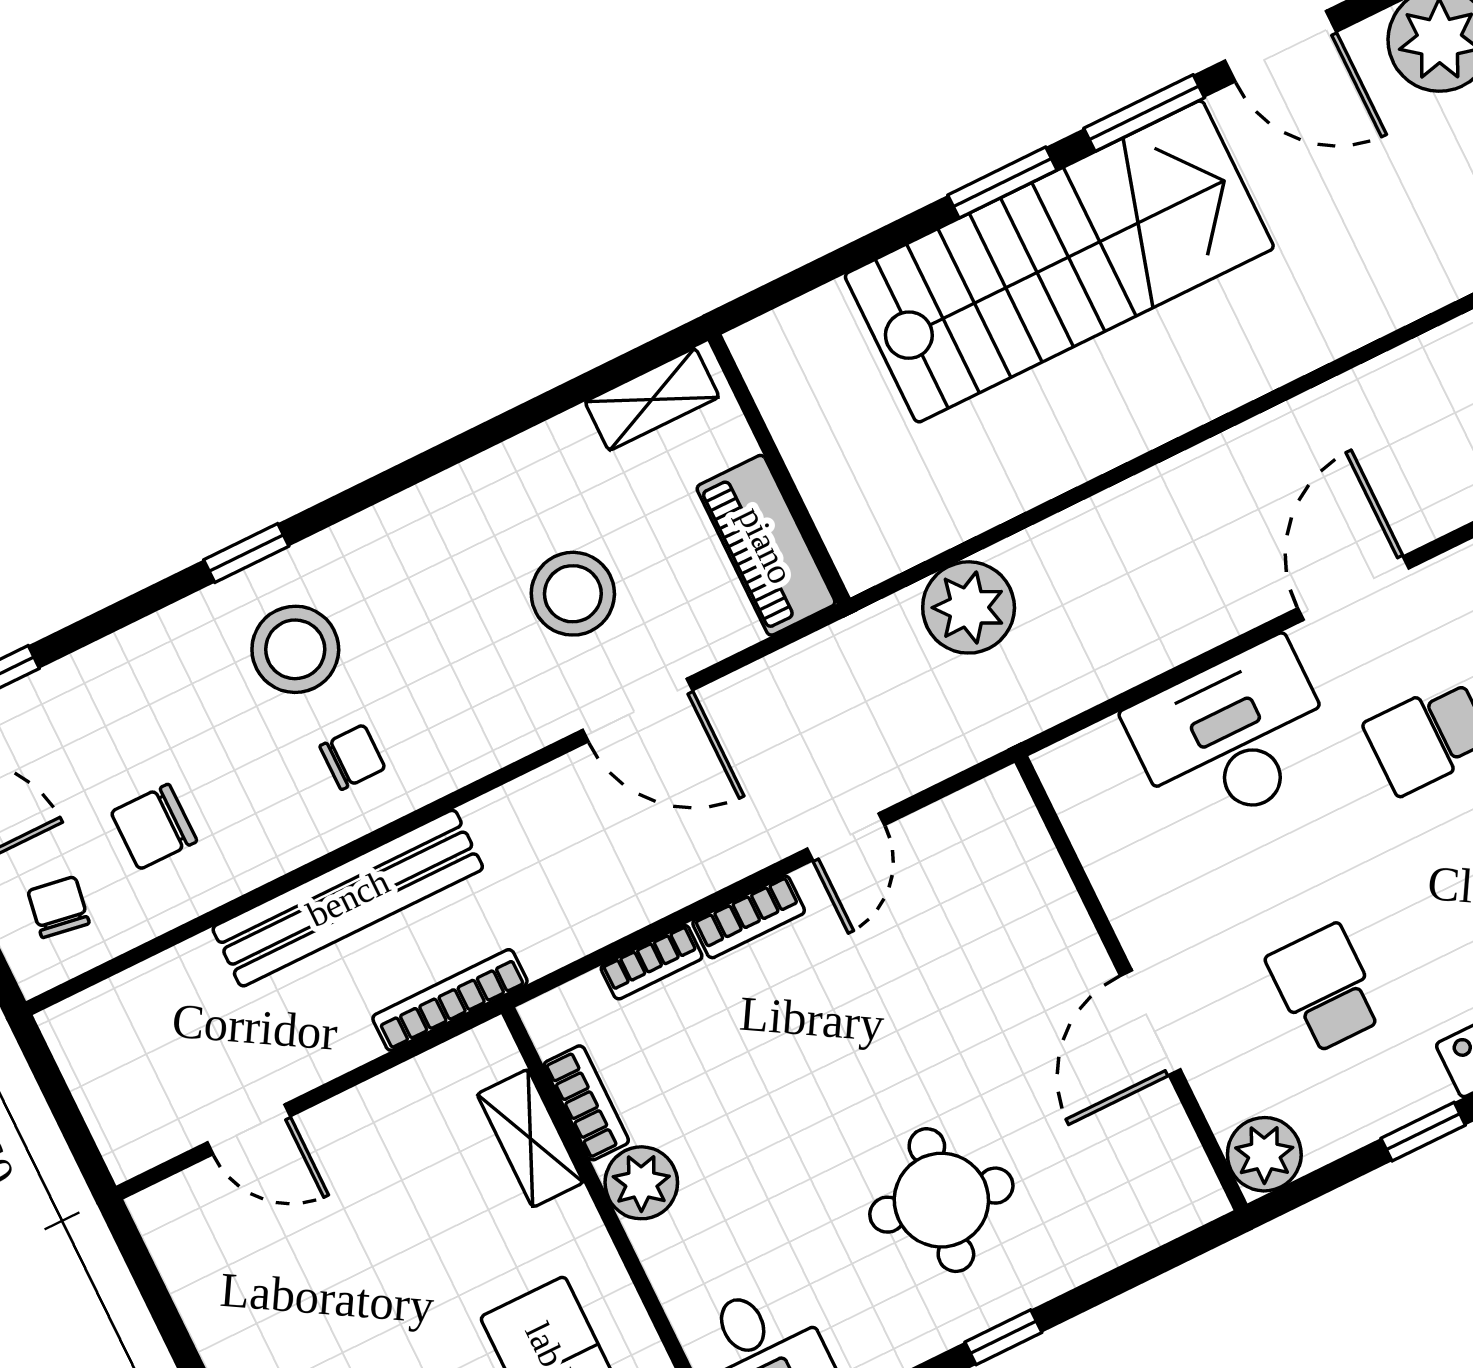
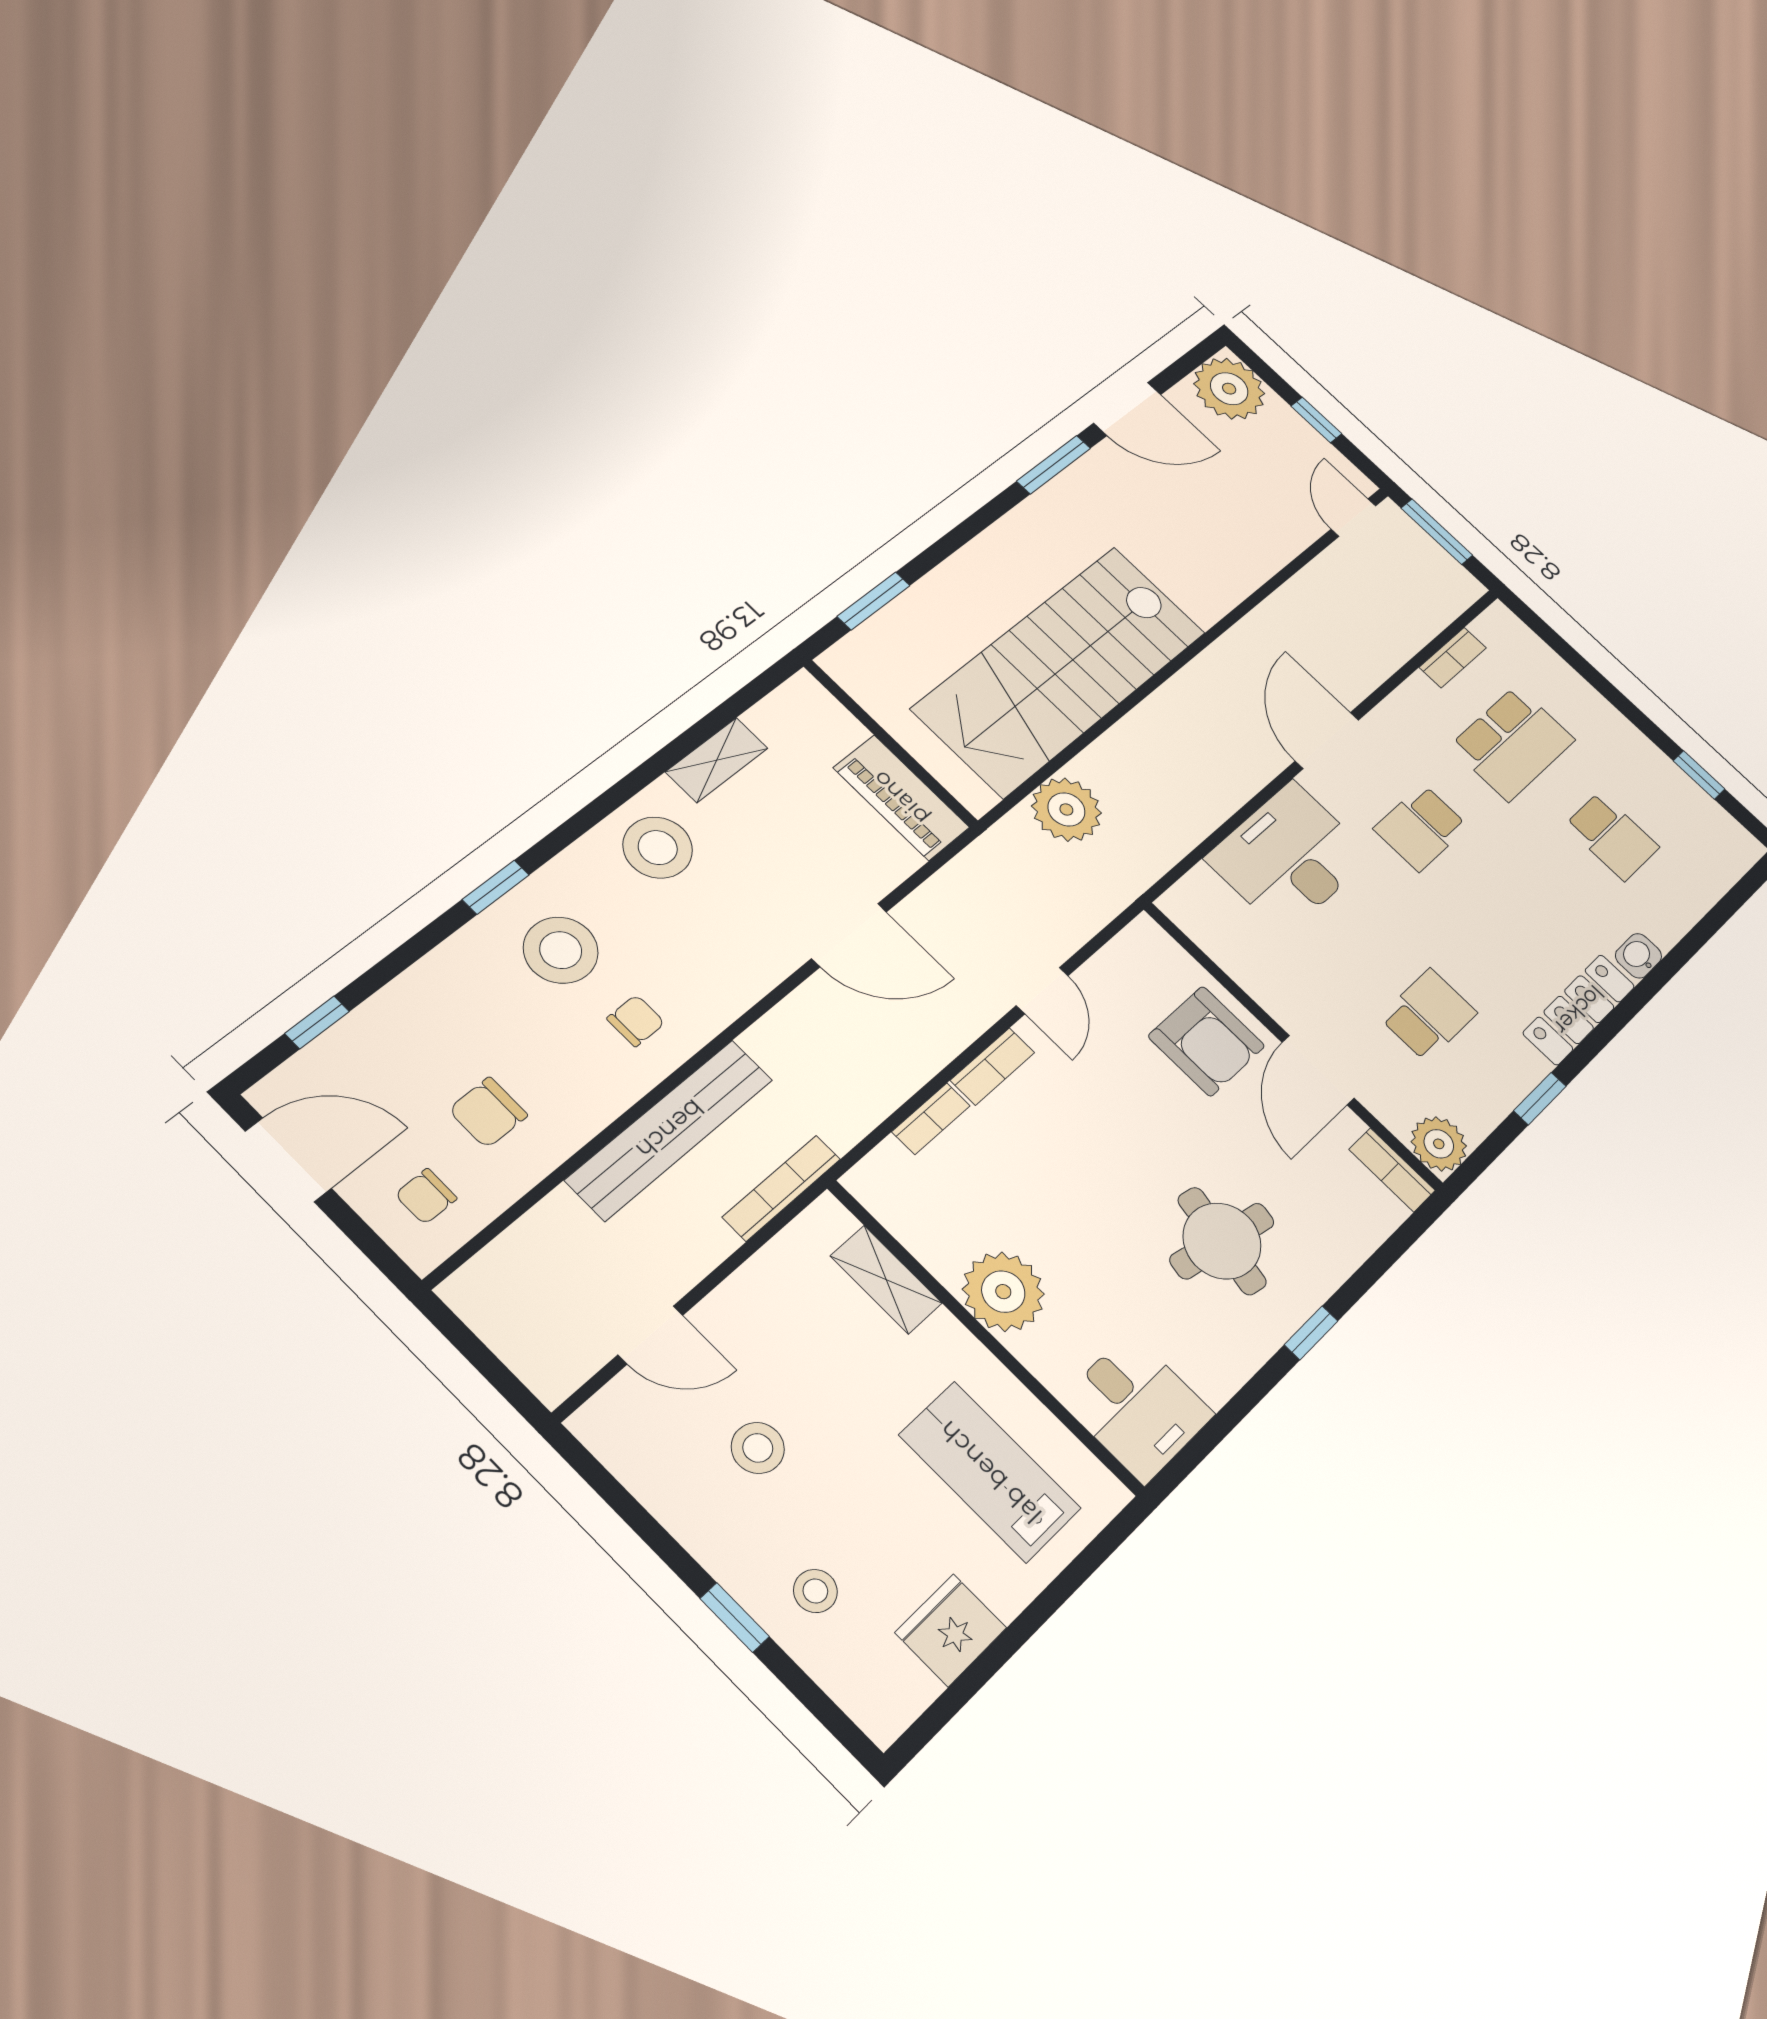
window: (1002, 183) -> (874, 601), moved
stairs: (1059, 261) -> (1060, 670), moved, turned 180
shelving: (652, 399) -> (717, 760), moved
stool: (573, 594) -> (658, 848), moved
chair: (58, 907) -> (426, 1196), turned -99
armchair: (1024, 951) -> (1207, 1041), added
school desk: (1325, 988) -> (1428, 1015), turned 90
bookcase: (586, 1103) -> (1392, 1170), moved, turned 180
plant: (641, 1183) -> (1003, 1292), width x1.36, depth x1.36
stool: (322, 1287) -> (758, 1448), added

